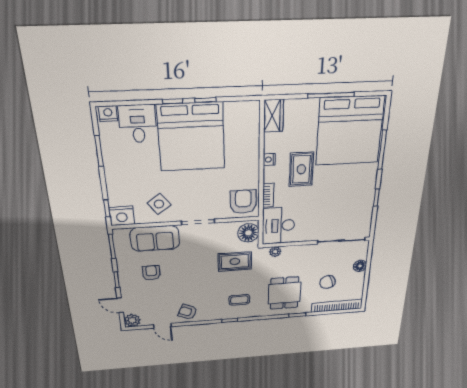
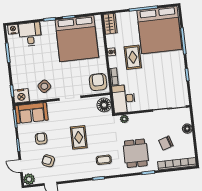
bed: (191, 137) -> (77, 39), moved
sofa: (155, 238) -> (32, 113), moved
rug: (235, 261) -> (79, 137), moved, turned 90
armchair: (188, 312) -> (48, 161), moved

